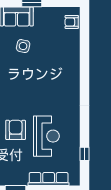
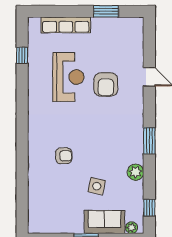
armchair: (72, 22) -> (64, 156), moved
reception desk: (46, 136) -> (68, 77), turned 180

